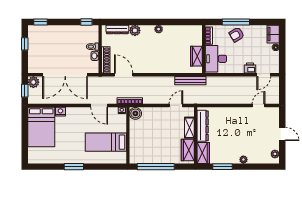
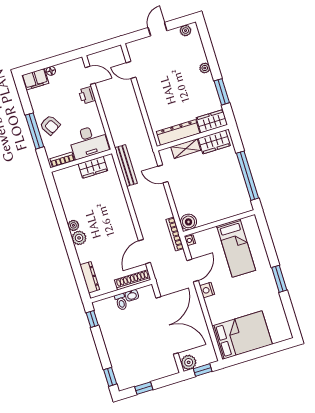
plant: (135, 30) -> (79, 238), moved
nightstand: (60, 112) -> (207, 290), moved

